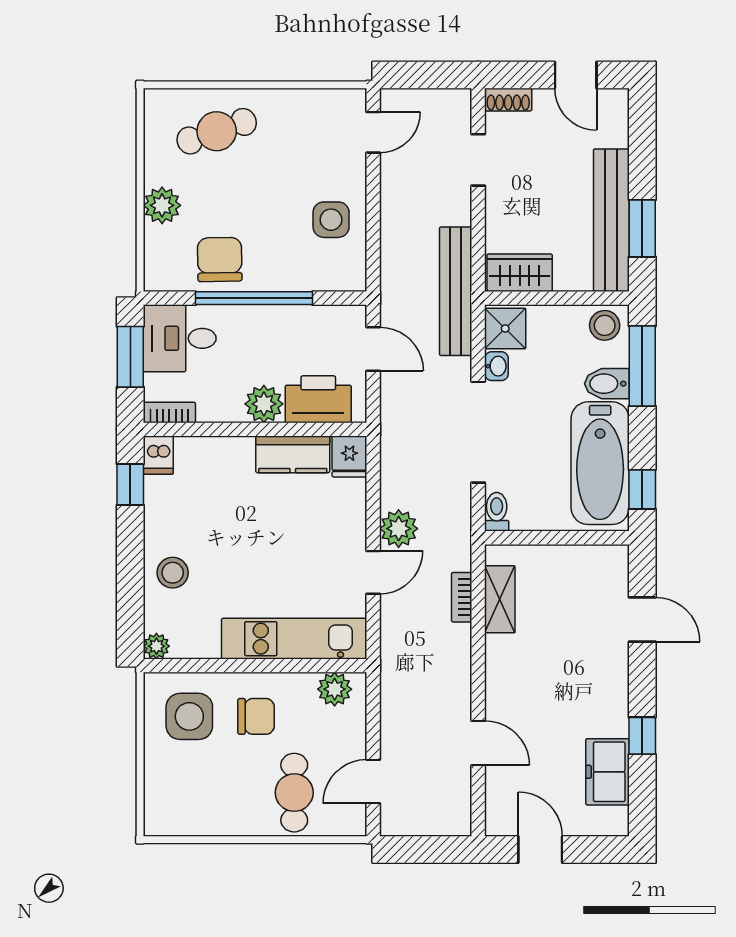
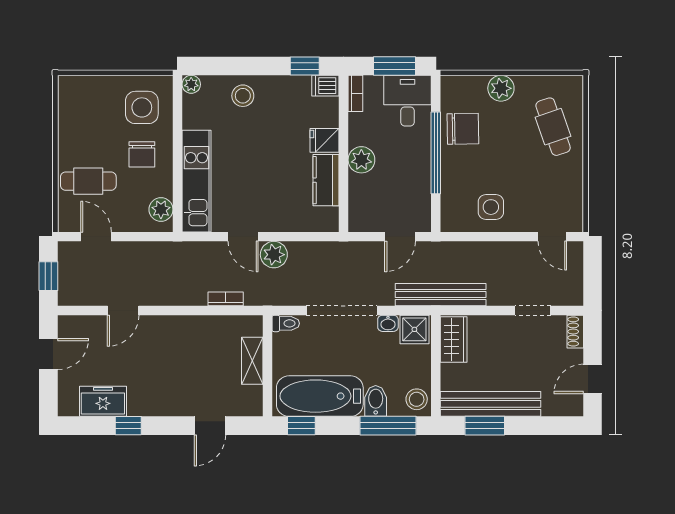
printer: (318, 399) -> (365, 198), removed
fridge: (349, 457) -> (324, 140), moved
shelving: (500, 599) -> (252, 361), moved, turned 90
window: (429, 849) -> (48, 276), added

